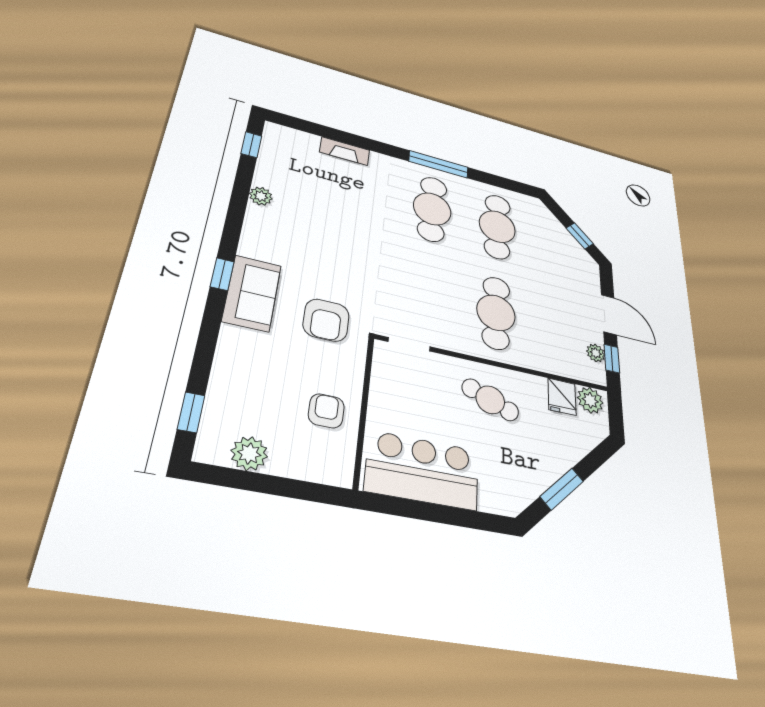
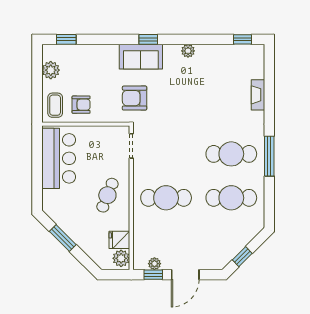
plant: (261, 196) -> (188, 51), moved
coffee table: (321, 458) -> (55, 105), added

